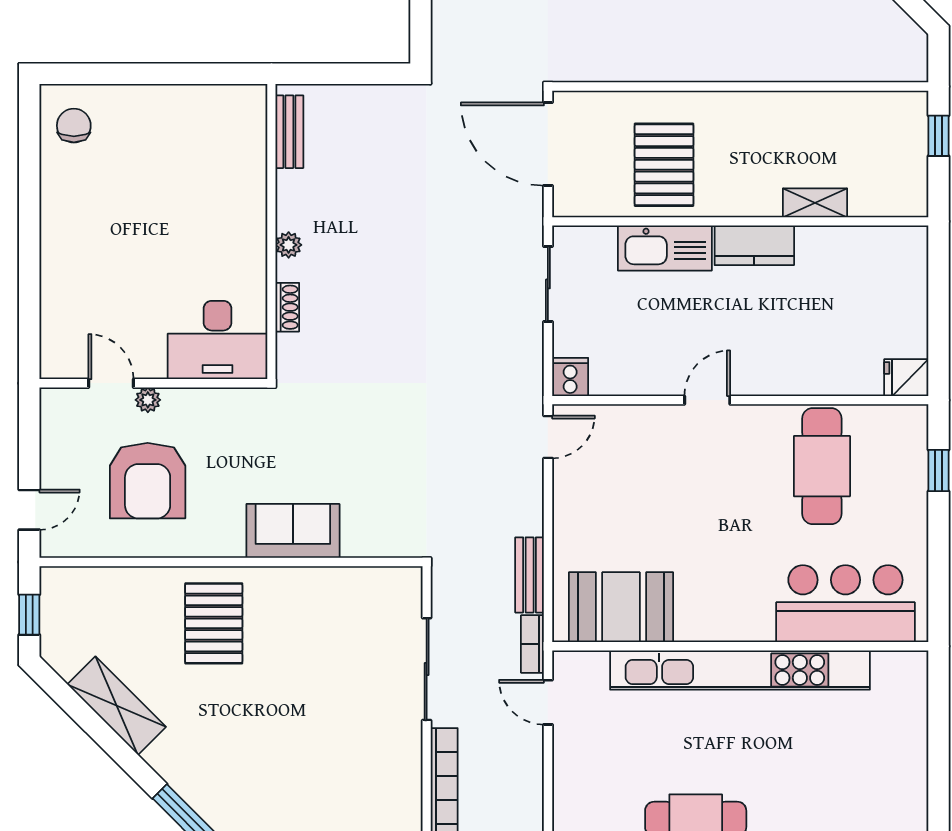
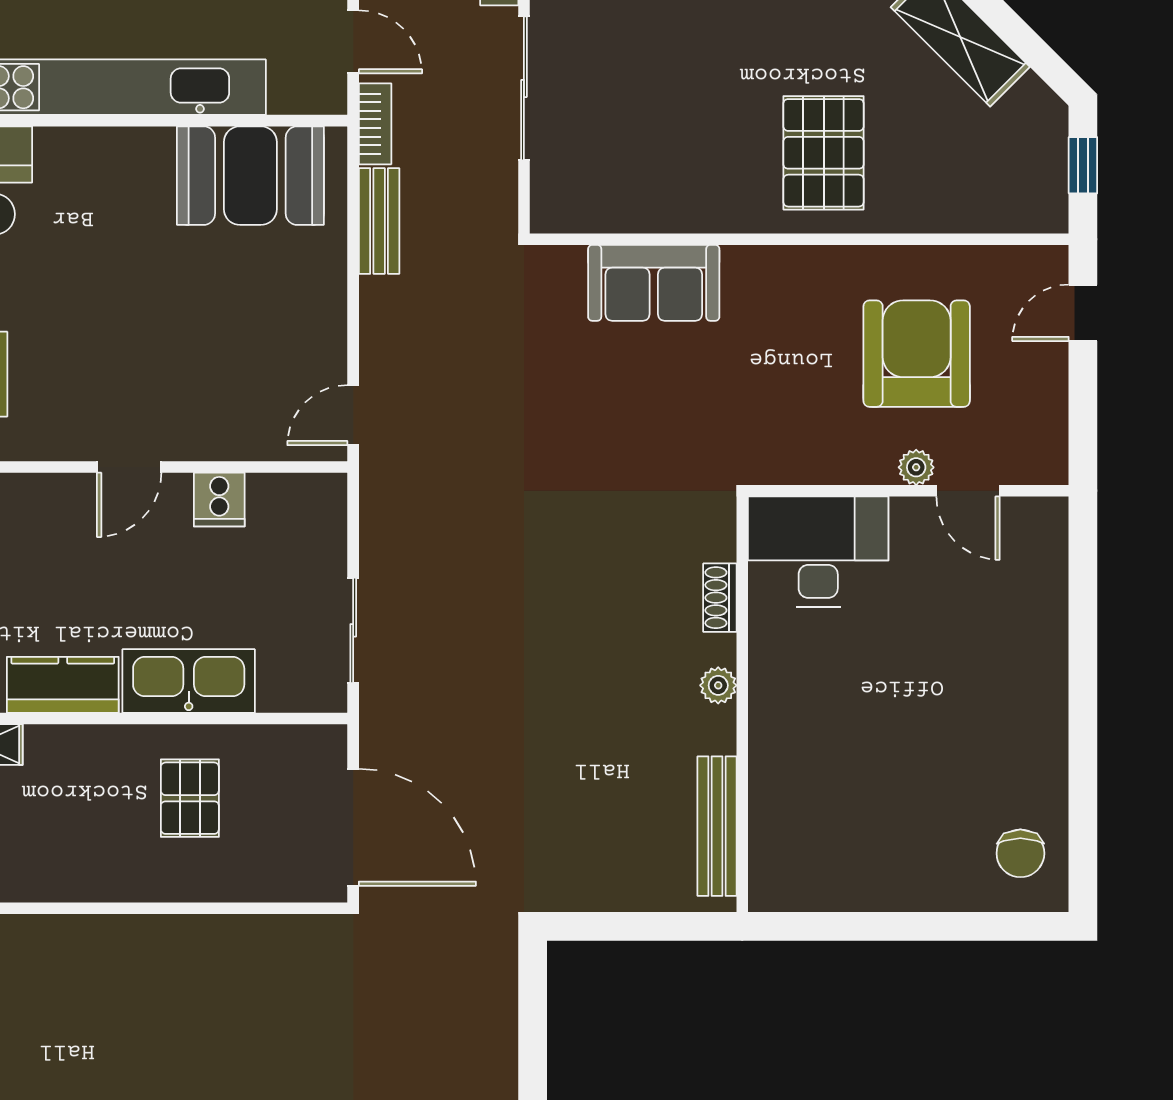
bench: (289, 132) -> (717, 826), width x1.36
pallet: (664, 165) -> (190, 798), width x0.67, depth x0.71
cooker: (570, 377) -> (219, 500), moved
sofa: (293, 531) -> (654, 283), moved

